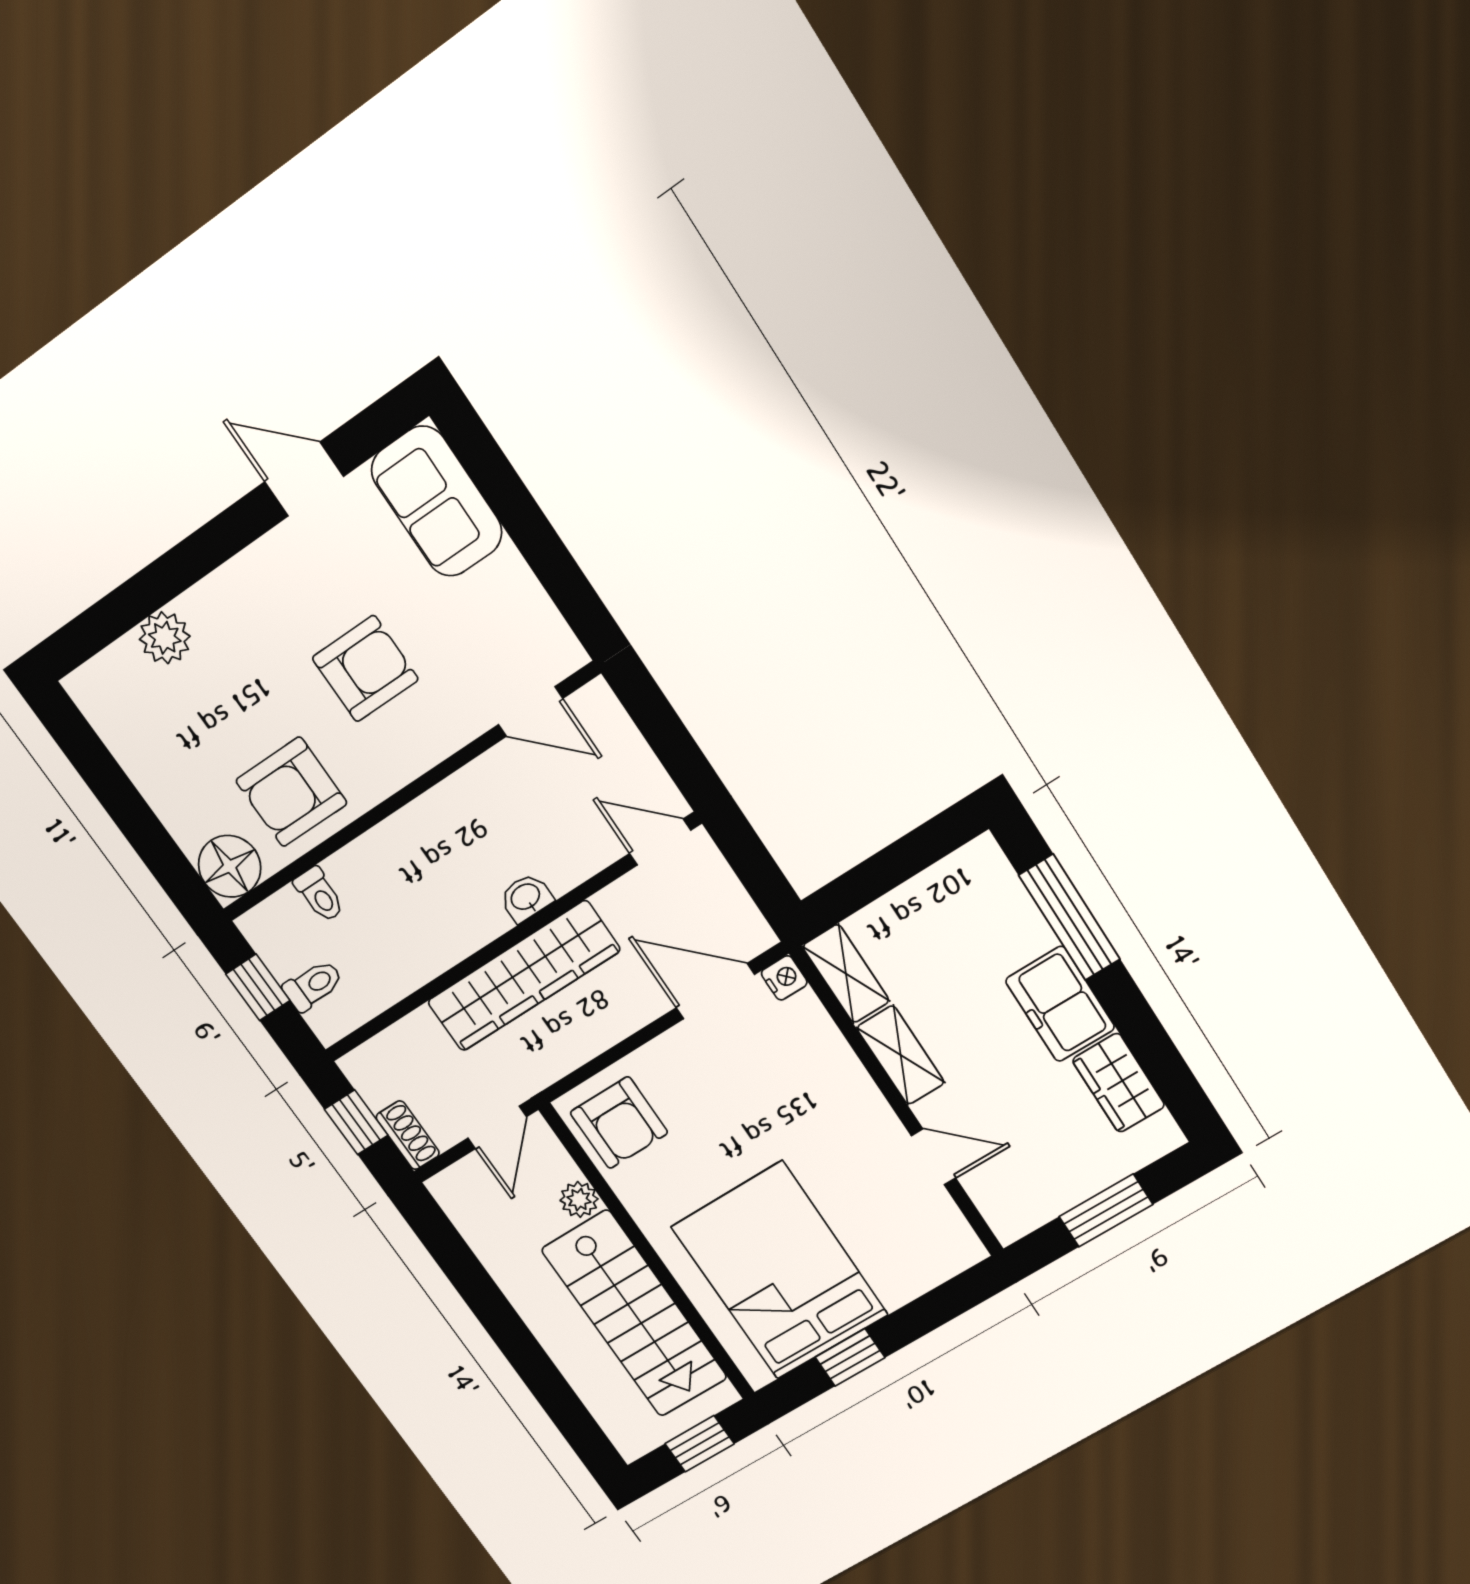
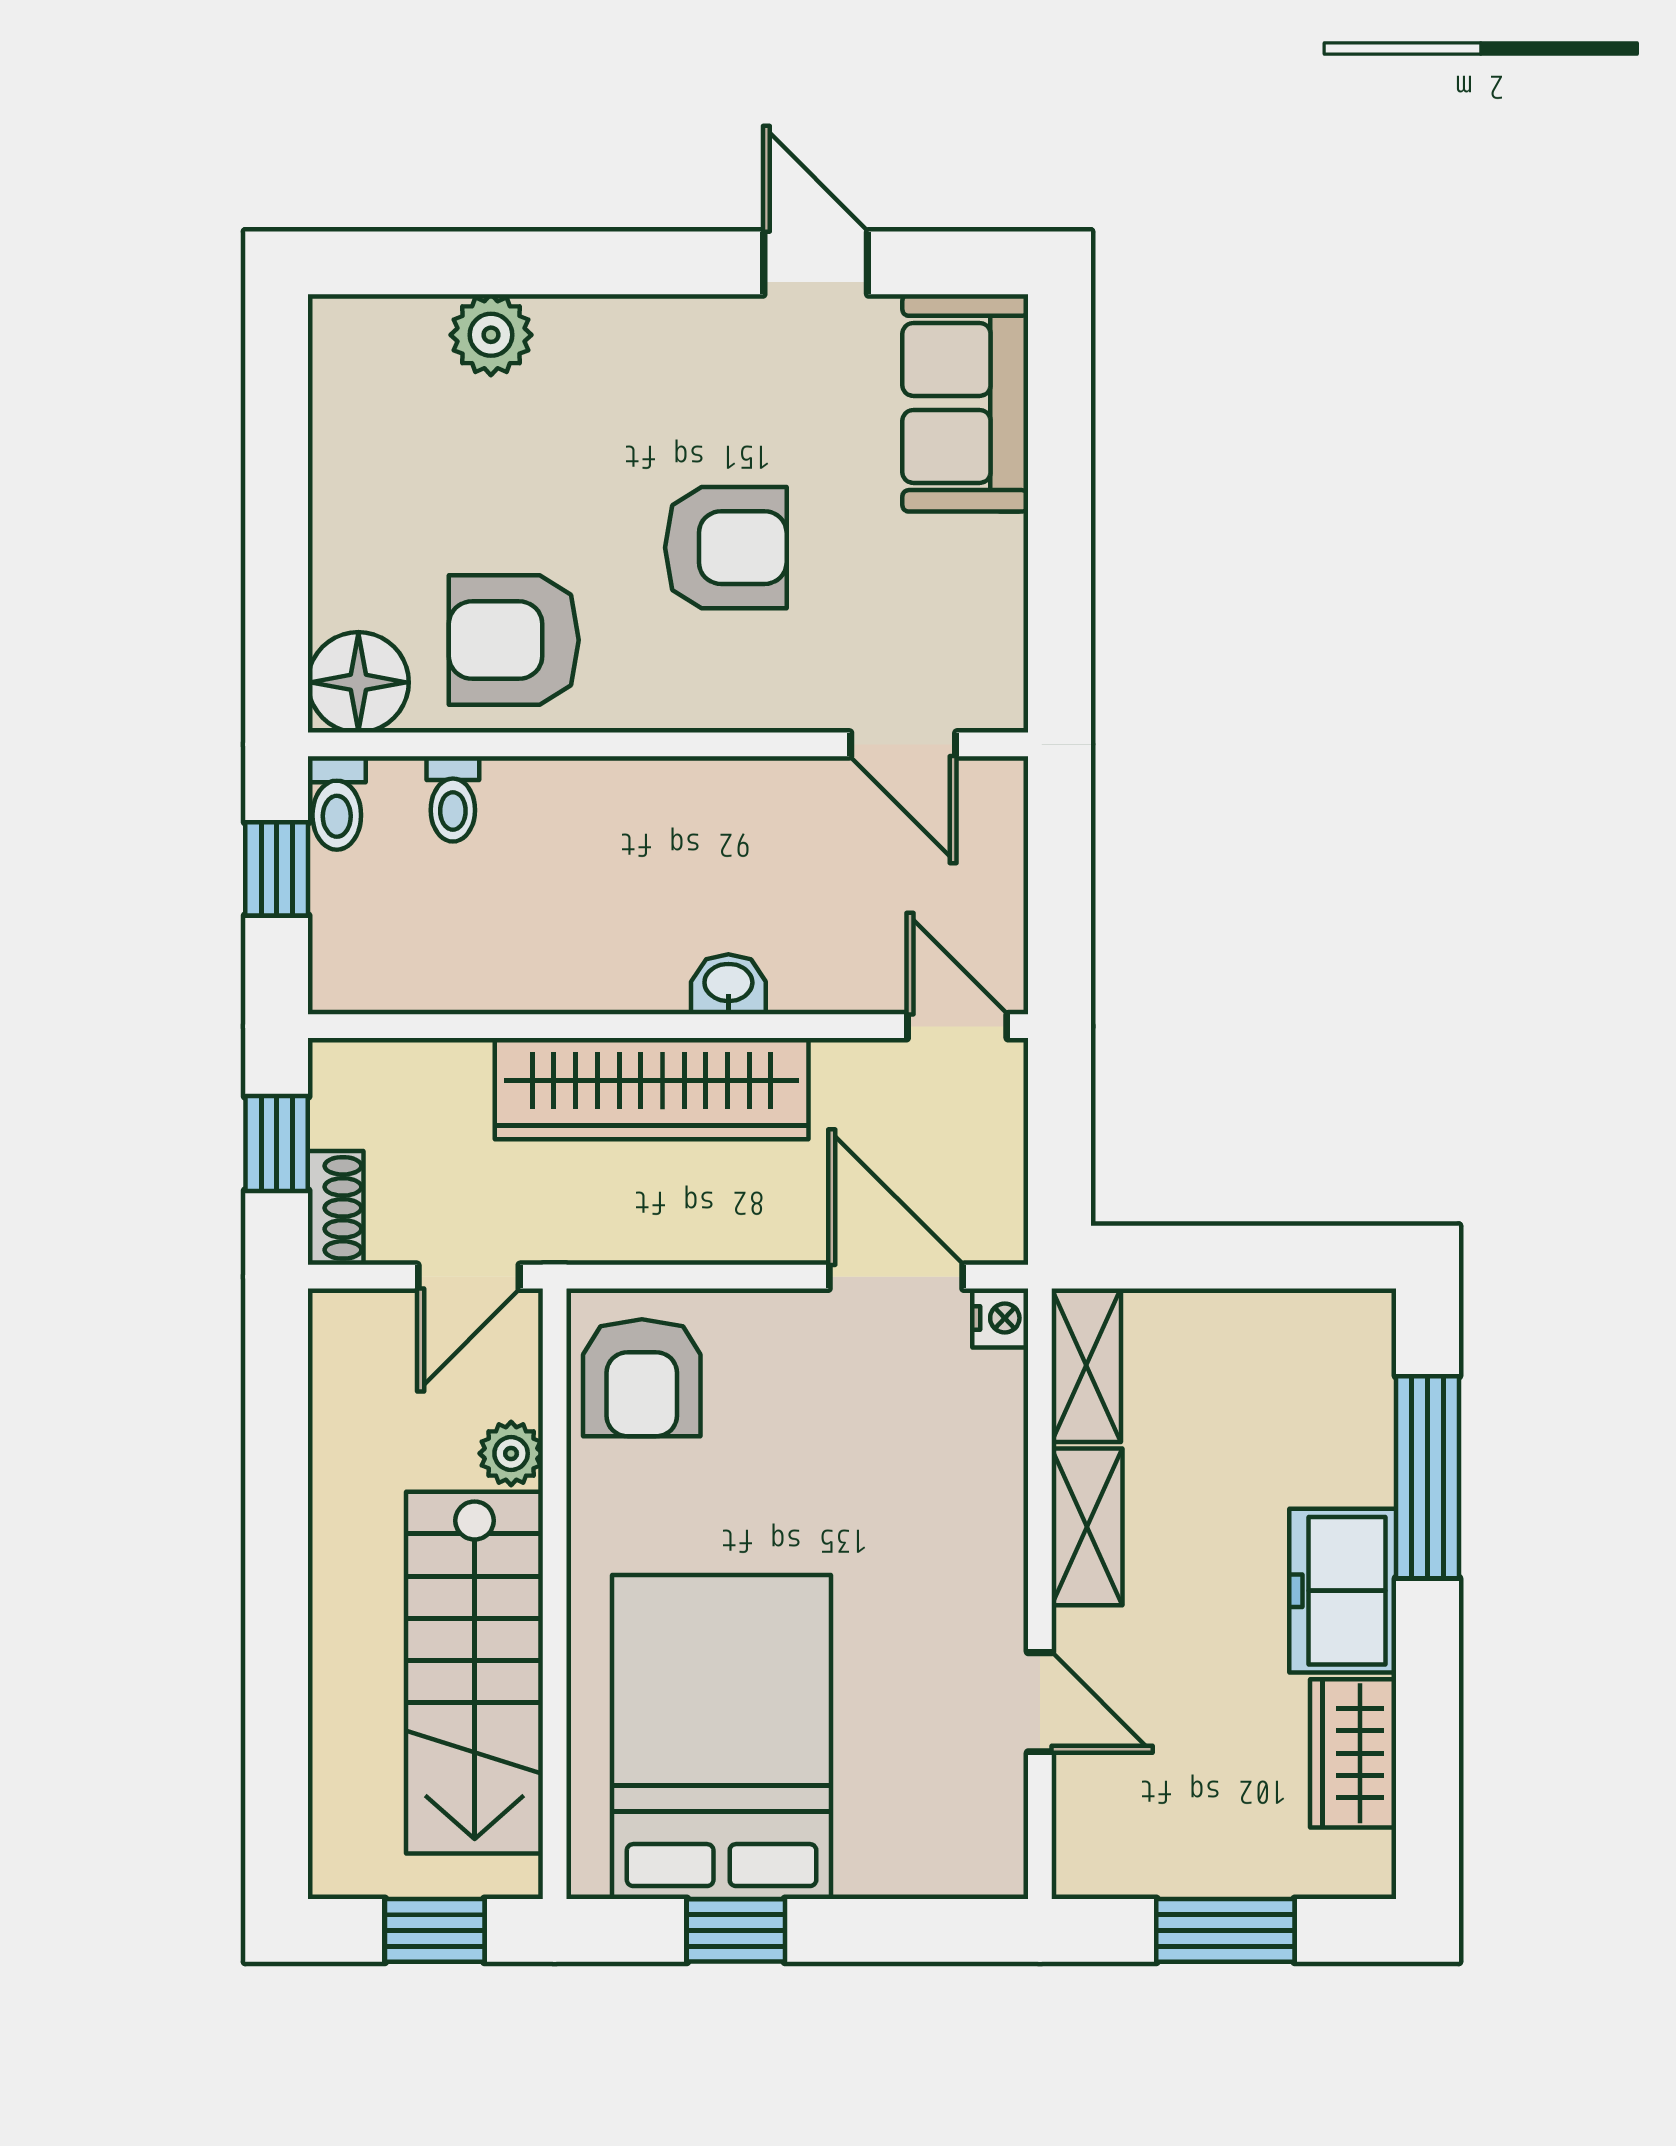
toilet: (313, 985) -> (337, 803), moved, turned 90

